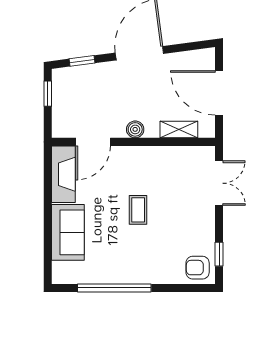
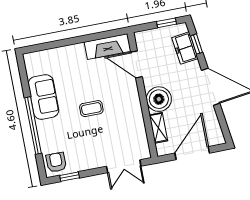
freezer: (84, 77) -> (185, 48), added
boiler: (135, 129) -> (159, 99), width x1.86, depth x1.86
sofa: (68, 232) -> (43, 97), moved, turned -90
window: (114, 288) -> (33, 125), moved

